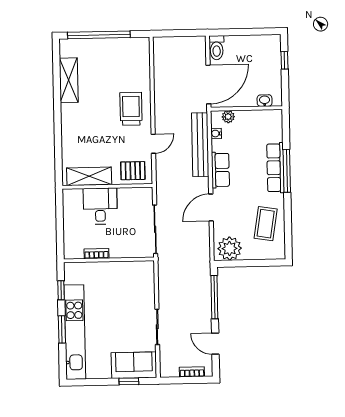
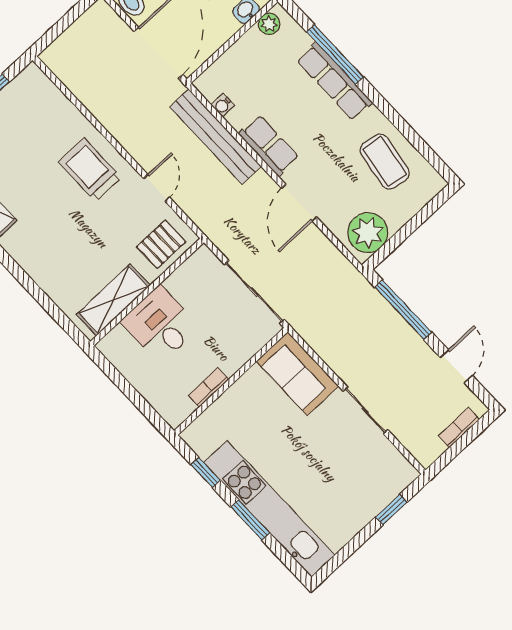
plant: (228, 117) -> (269, 24), moved
window: (287, 171) -> (335, 54), moved
door: (215, 344) -> (456, 366), swing flipped
sofa: (134, 365) -> (298, 374), moved, turned -90

